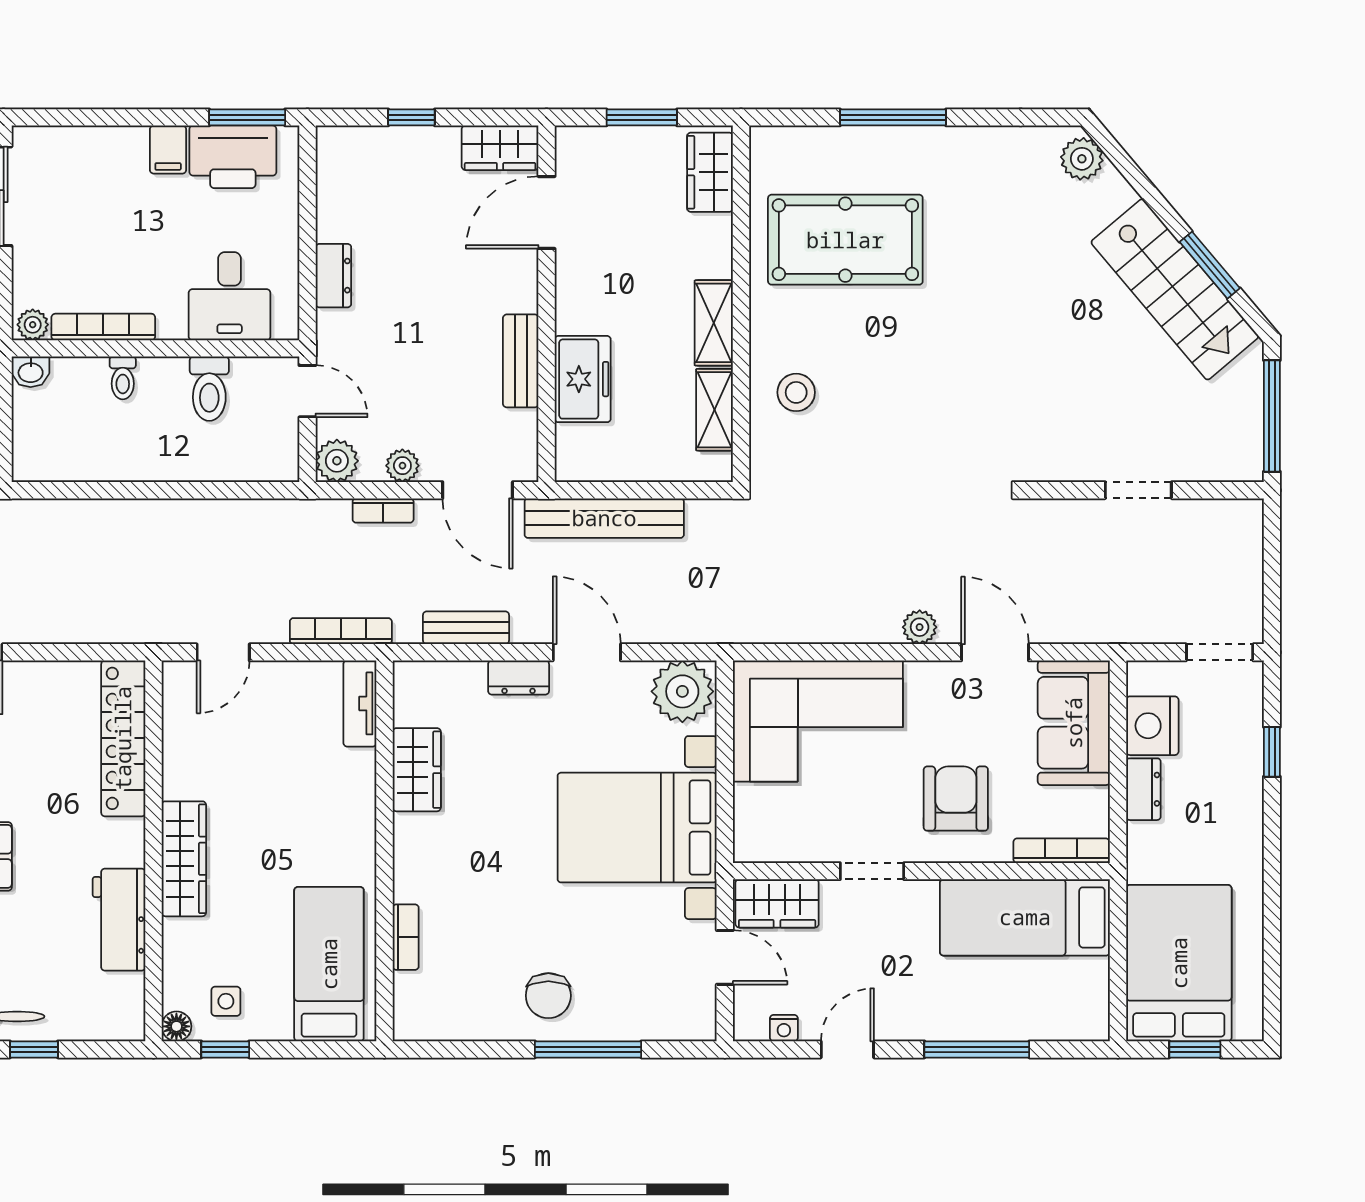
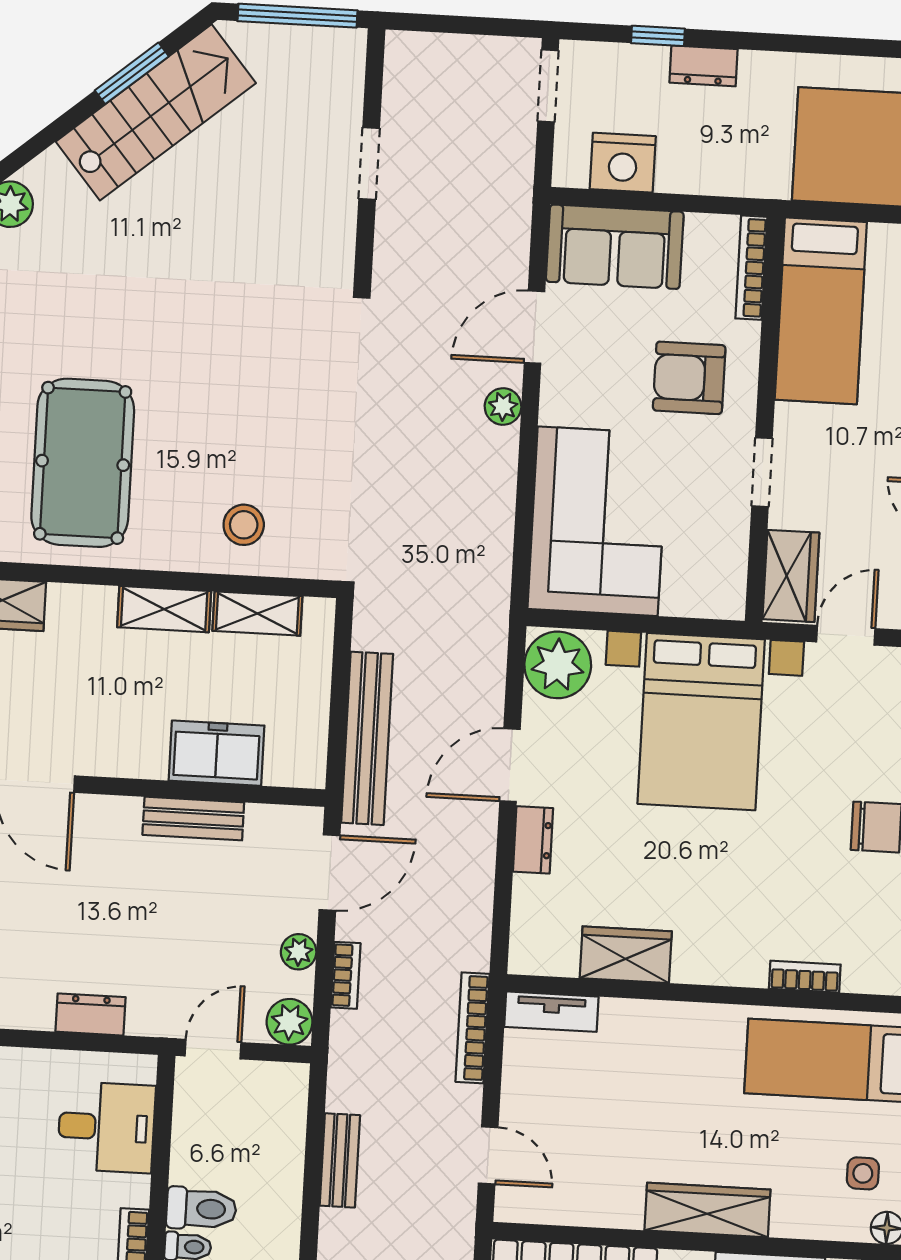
toilet: (209, 389) -> (201, 1209), moved
bench: (466, 628) -> (340, 1160), moved
dresser: (1143, 789) -> (704, 66), moved, turned 180

